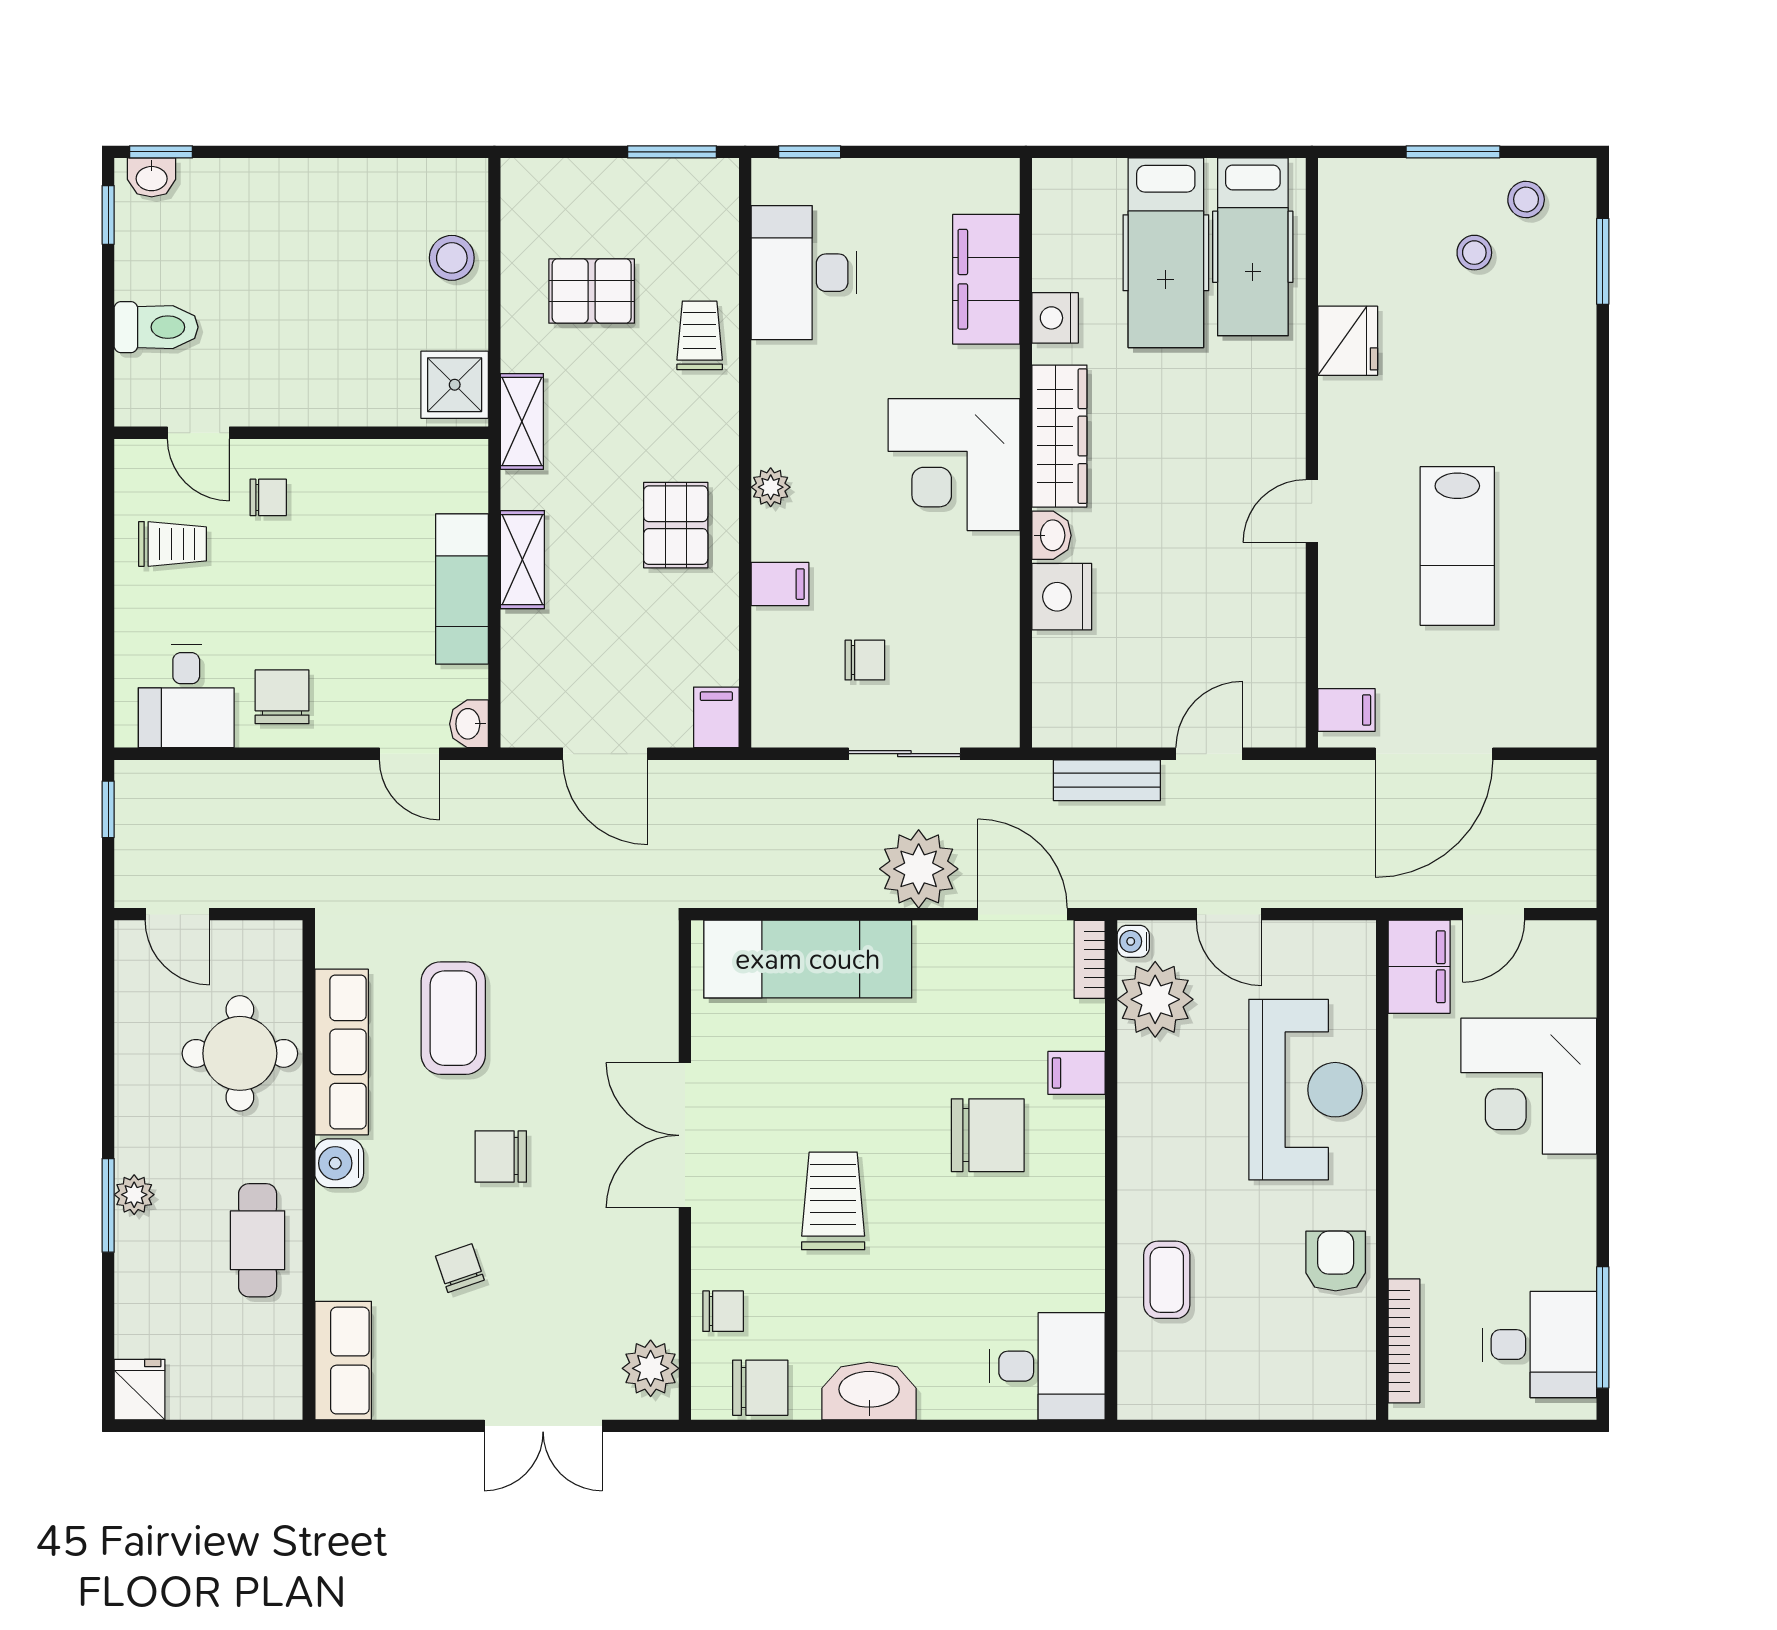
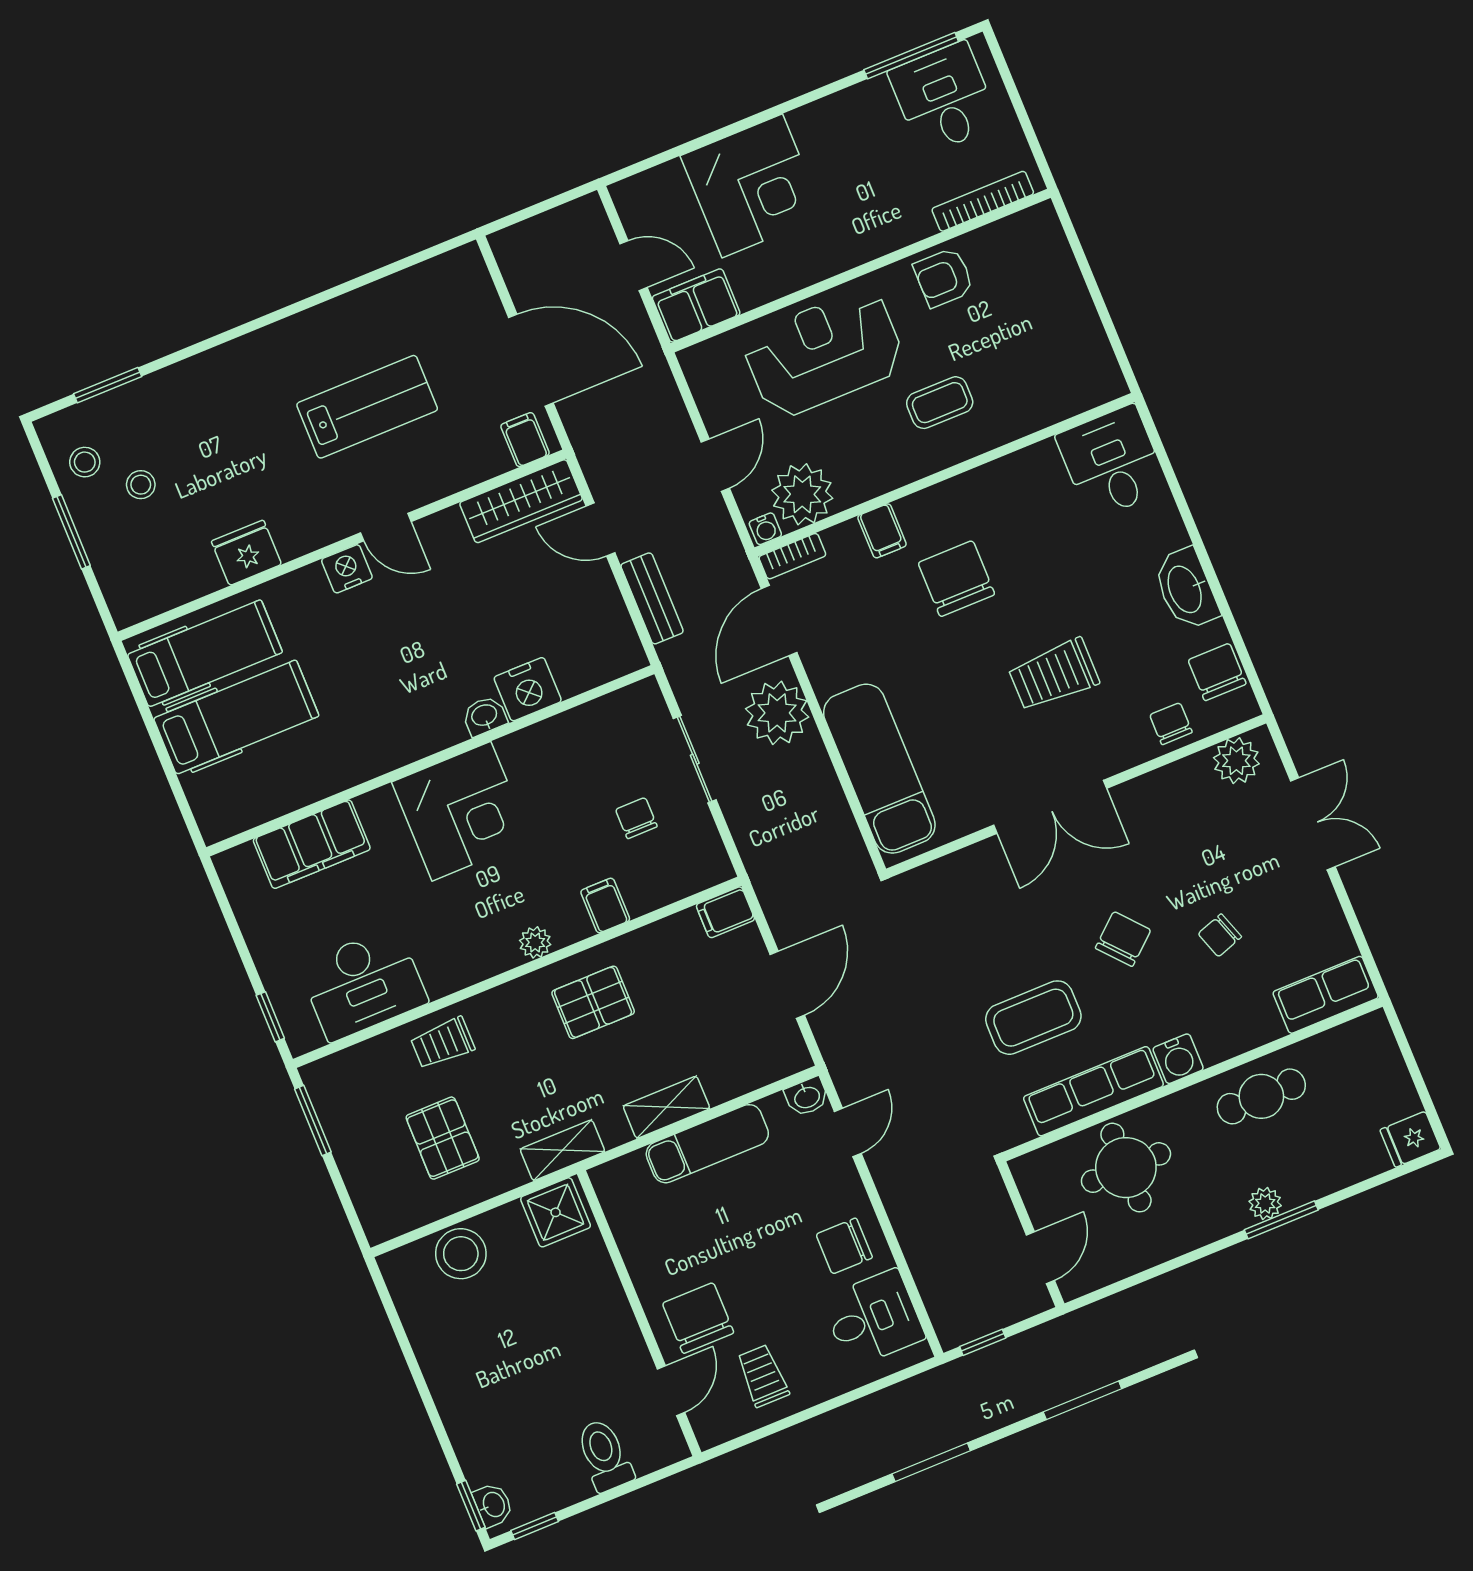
stool: (452, 258) -> (461, 1254), width x1.38, depth x1.38
nightstand: (1055, 318) -> (347, 569), moved, turned 180
wardrobe: (1059, 436) -> (521, 501), moved, turned 180
chair: (268, 497) -> (698, 1318), width x1.87, depth x1.87
chair: (501, 1156) -> (1123, 939), turned -131
coffee table: (1167, 1280) -> (940, 403), moved

